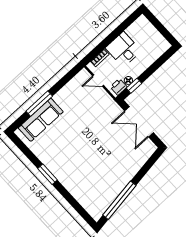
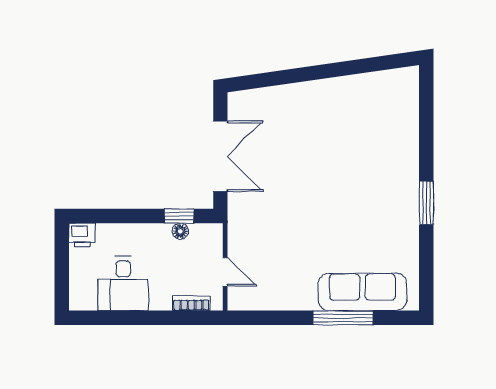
desk: (123, 49) -> (123, 284), moved
printer: (119, 87) -> (82, 235), moved
window: (119, 200) -> (356, 67), removed

